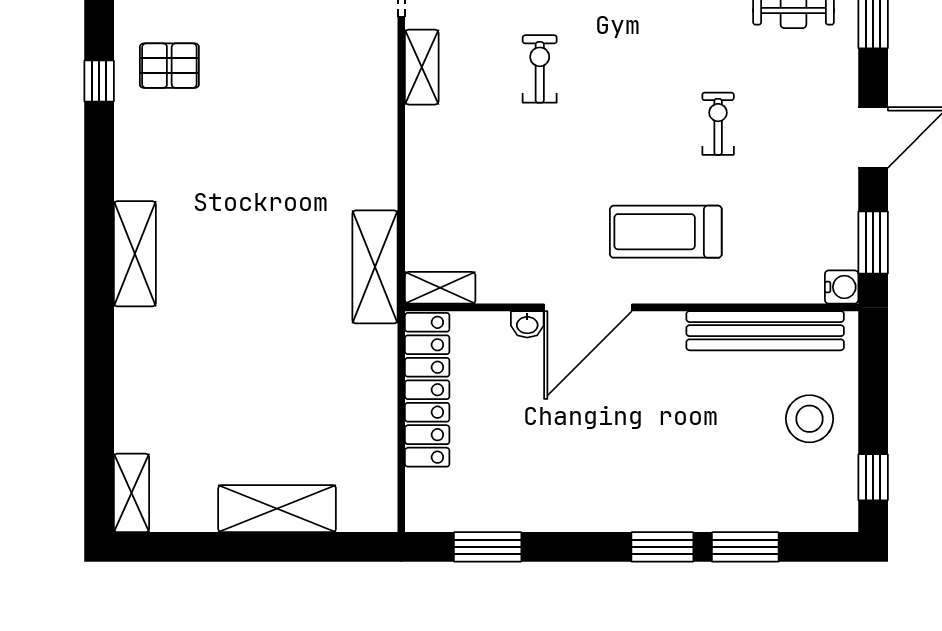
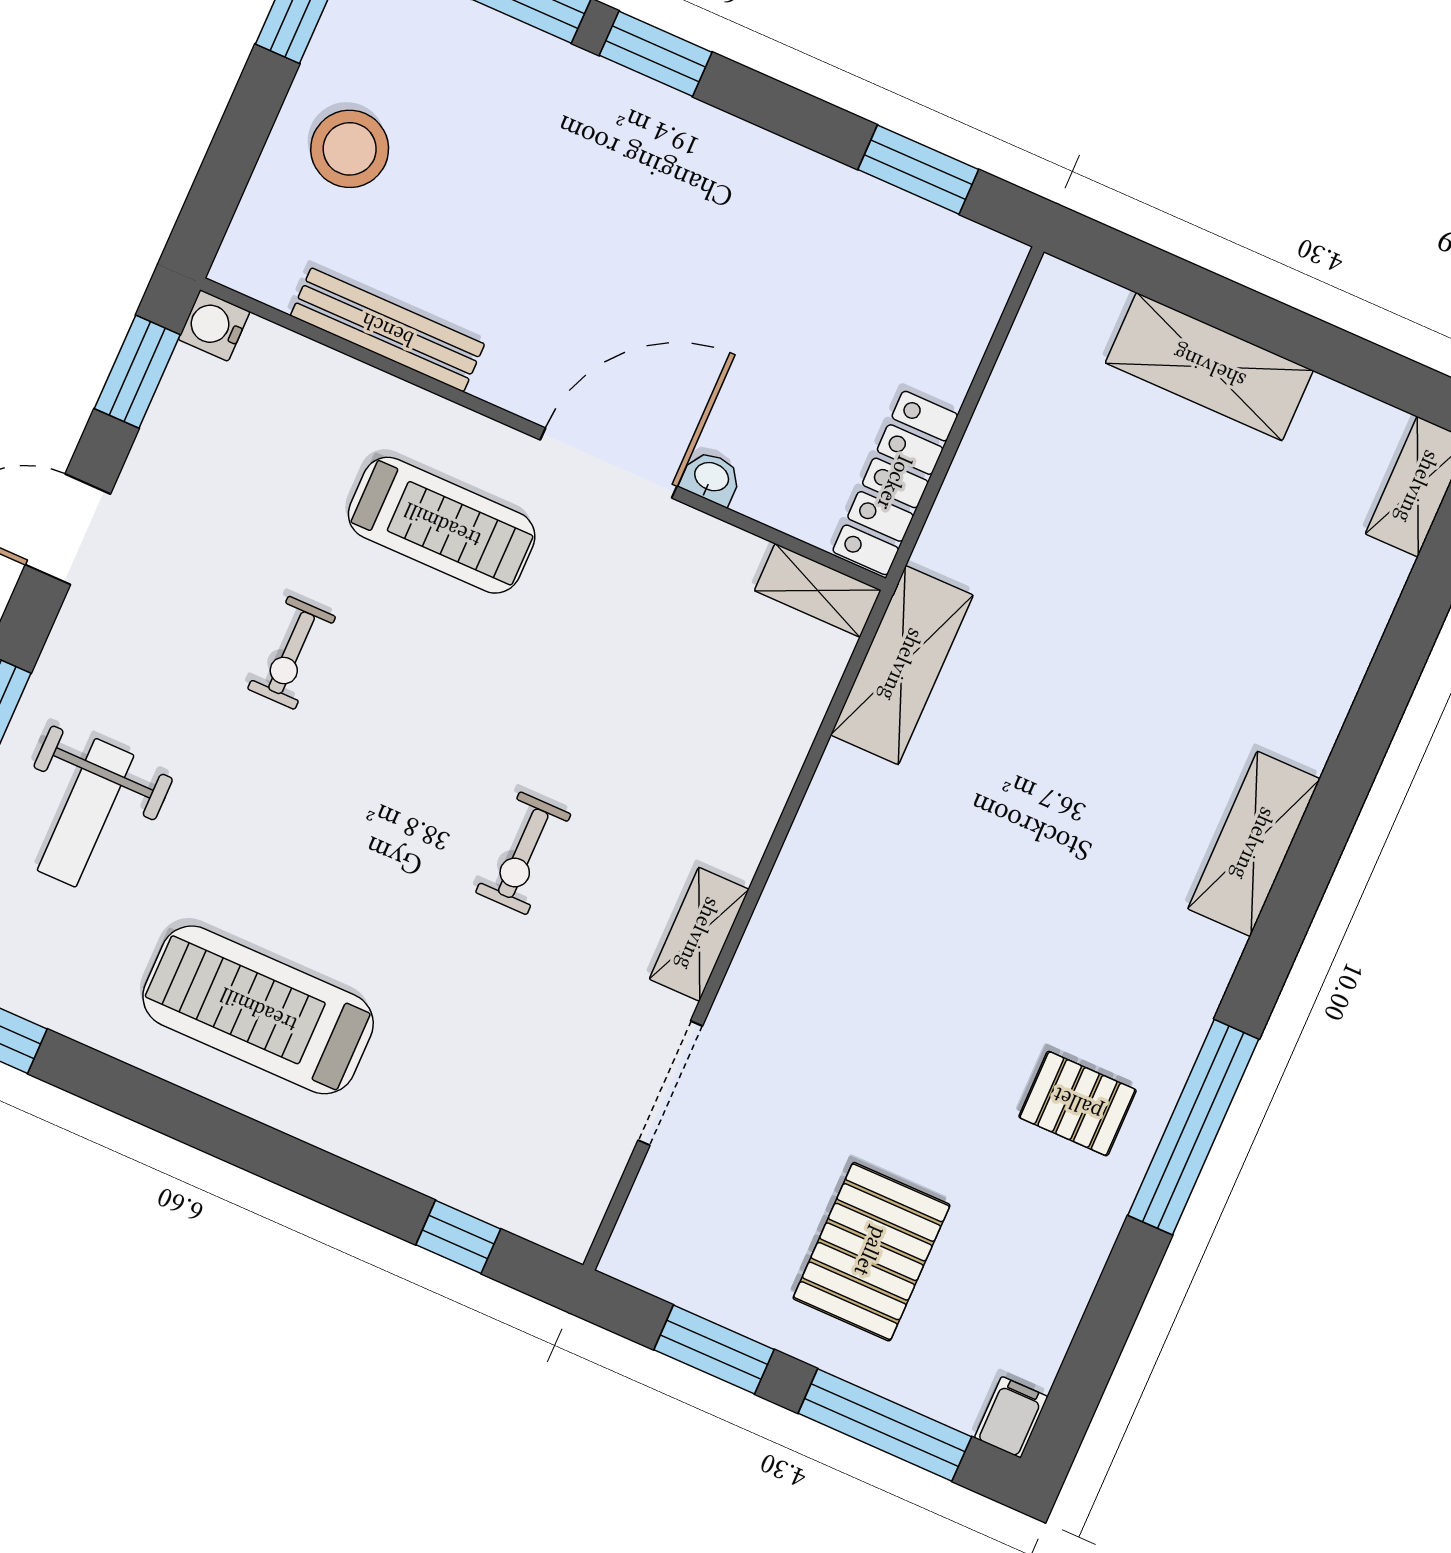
window: (99, 81) -> (1193, 1127), width x3.17
bench: (765, 331) -> (387, 330), width x0.73, depth x0.82
locker: (427, 390) -> (895, 483), width x0.71, depth x0.83

